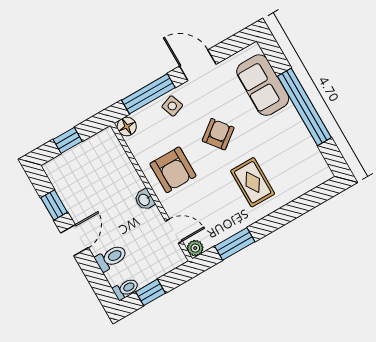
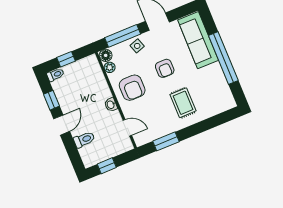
sofa: (263, 85) -> (198, 40), width x1.36
armchair: (218, 134) -> (165, 68), turned 128
plant: (195, 248) -> (110, 67), moved
toilet: (126, 289) -> (55, 75), moved

